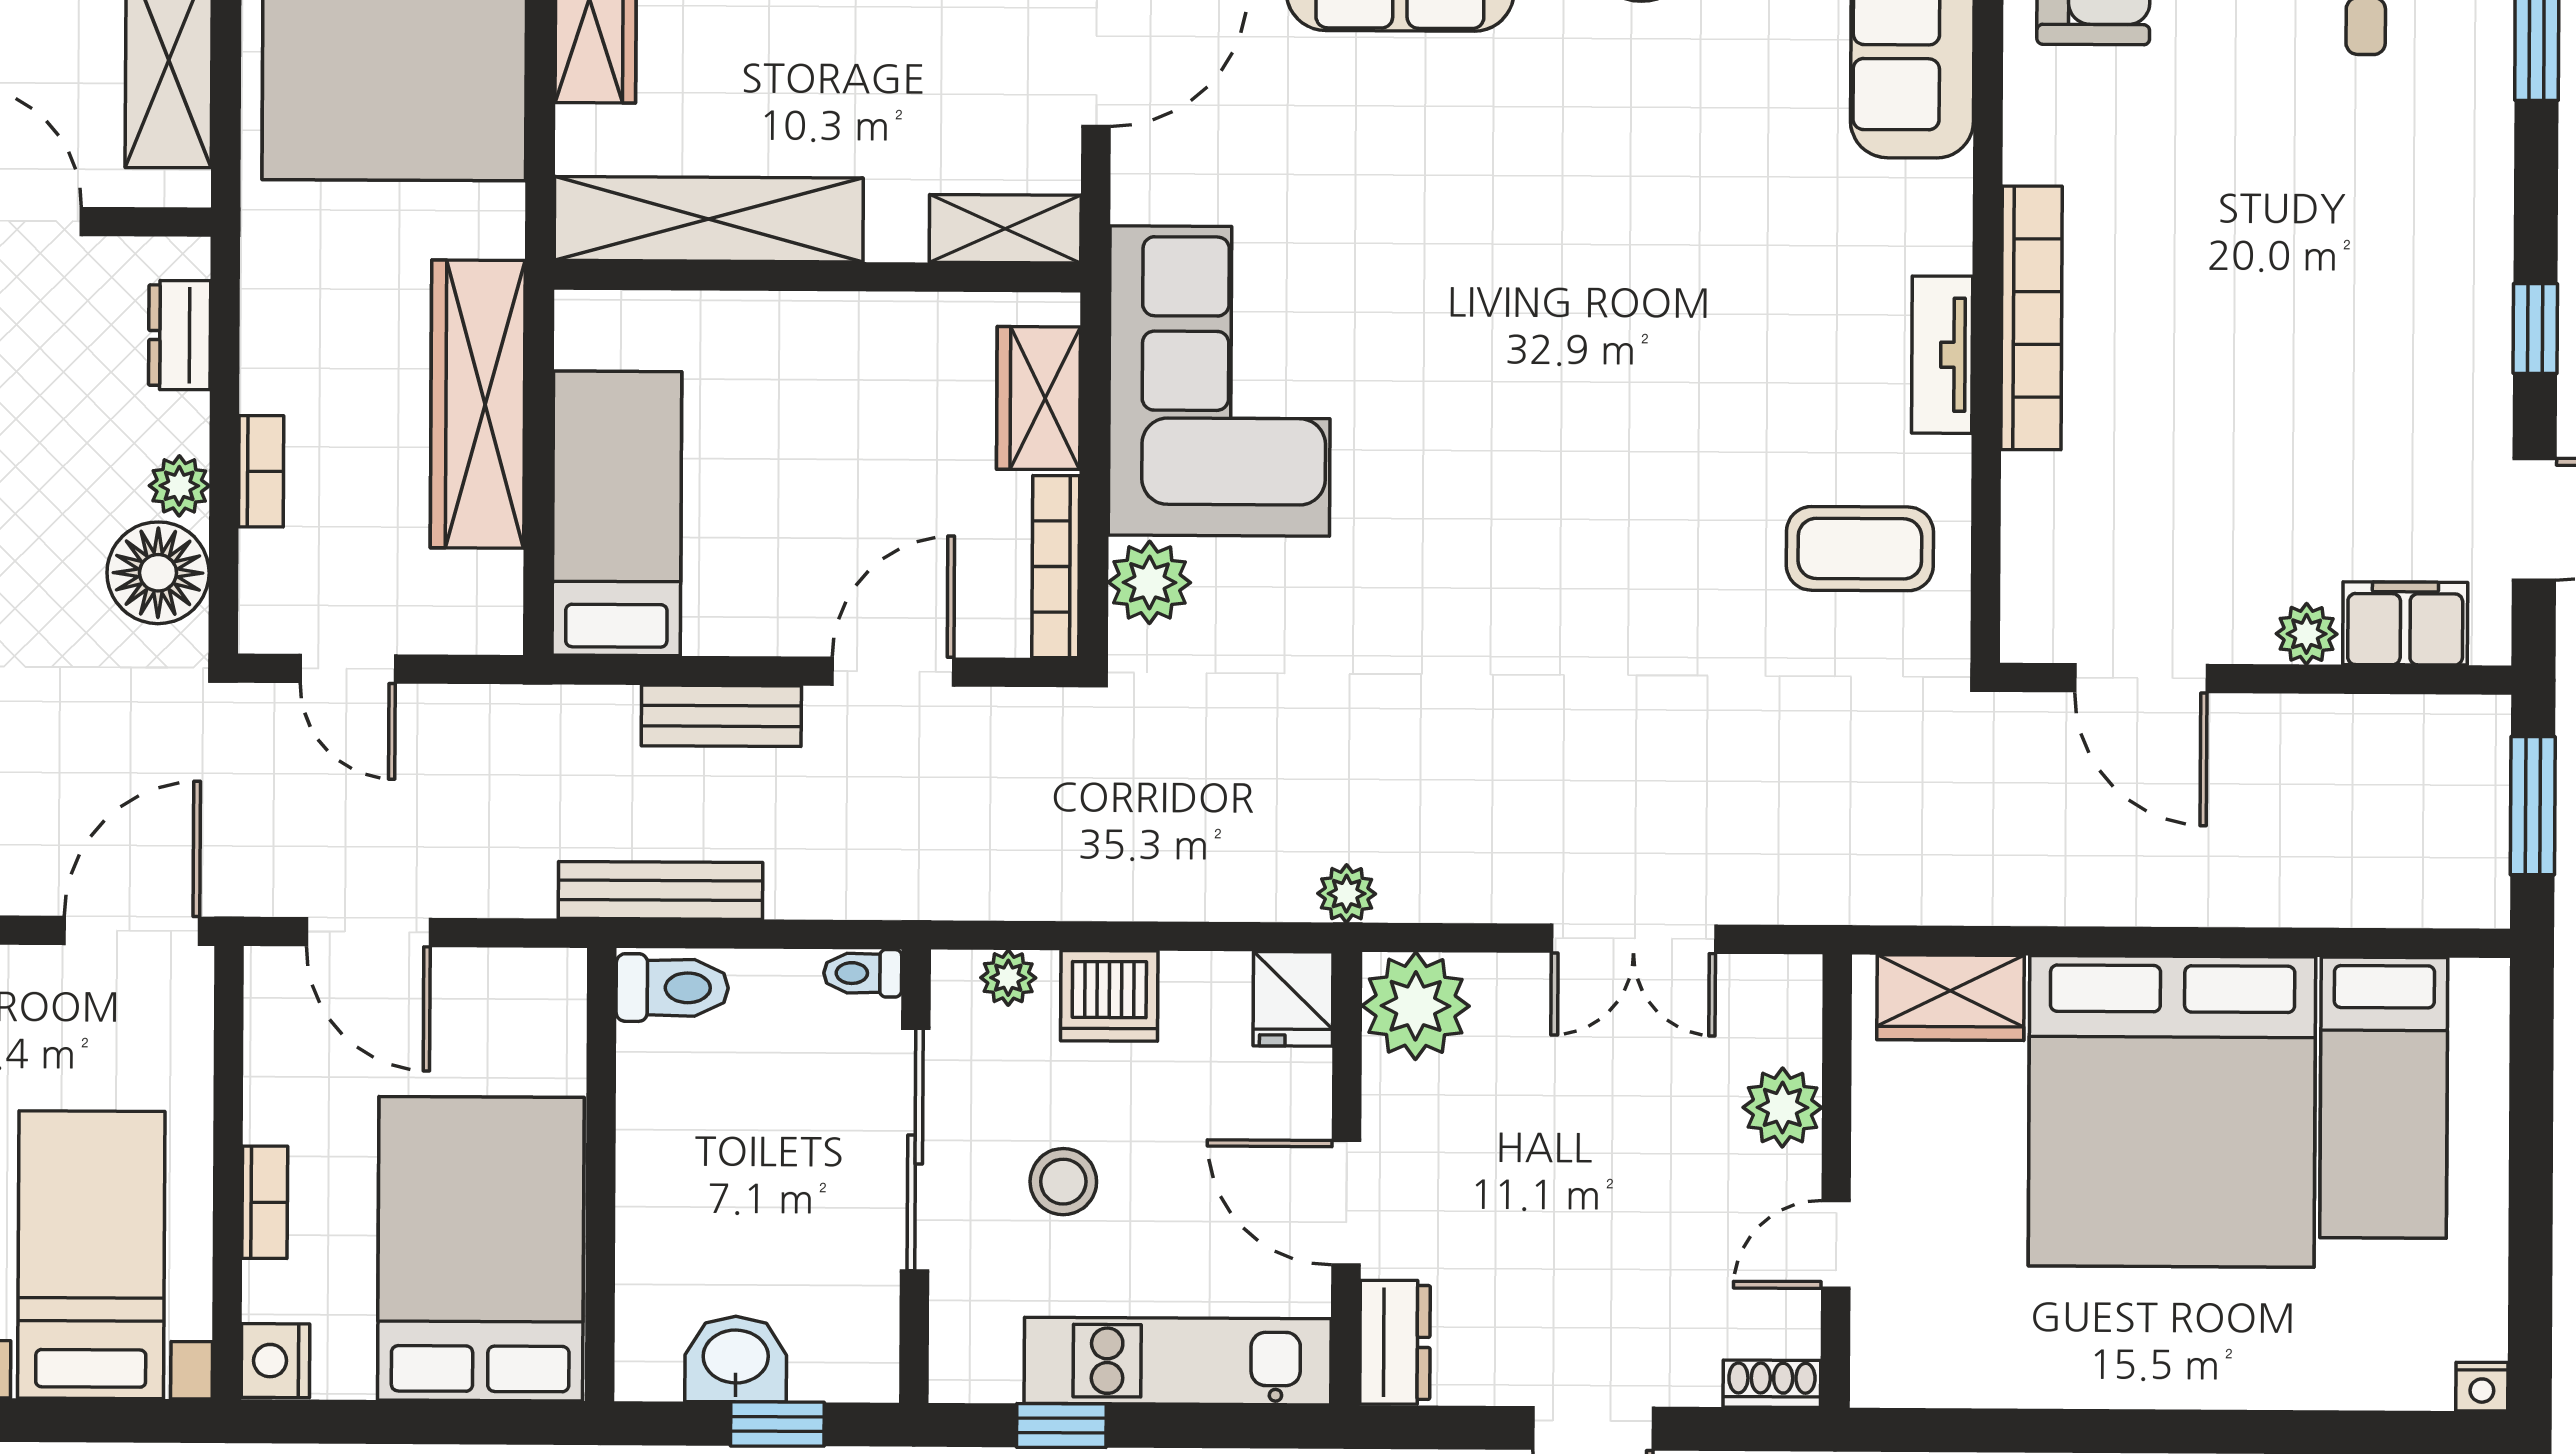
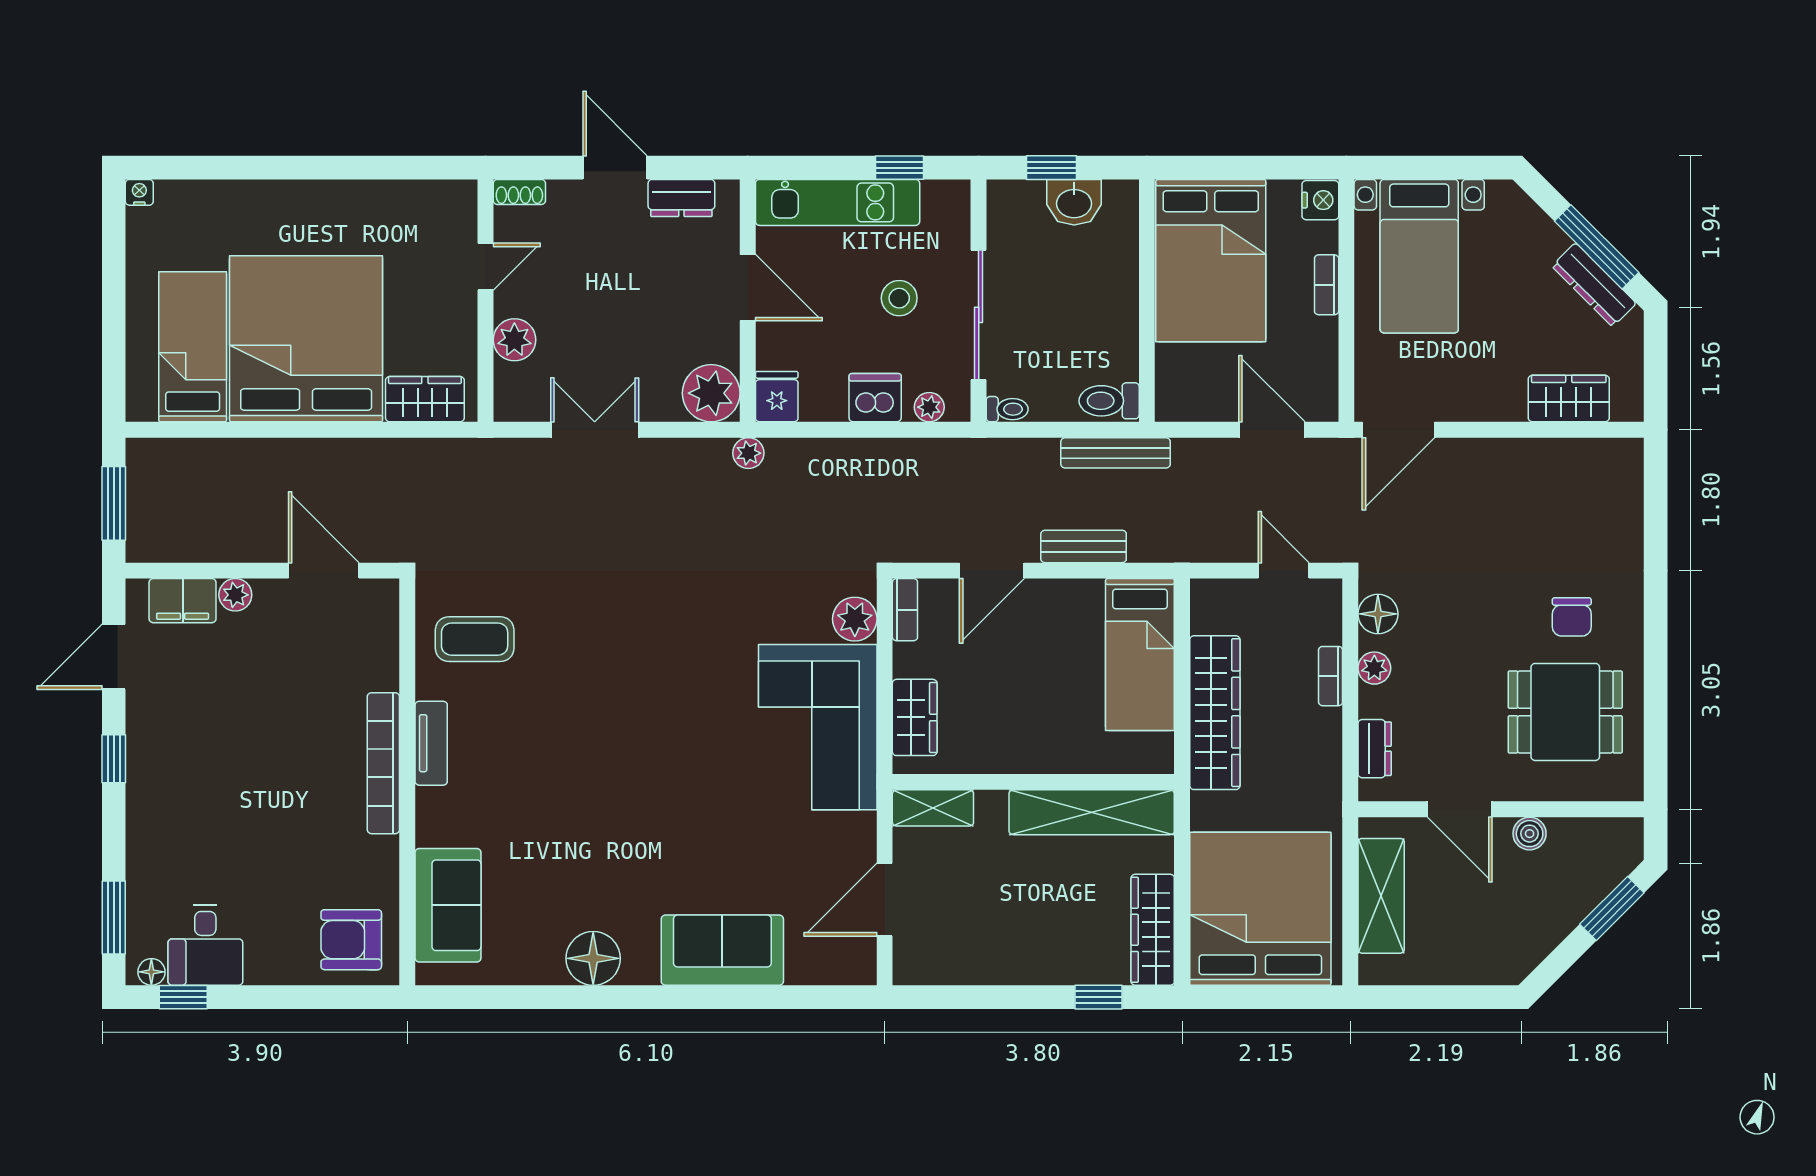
bookcase: (1056, 567) -> (905, 610), width x0.64
floor lamp: (158, 573) -> (1378, 614), width x0.73, depth x0.73
dresser: (1395, 1342) -> (681, 198), moved, turned -90

